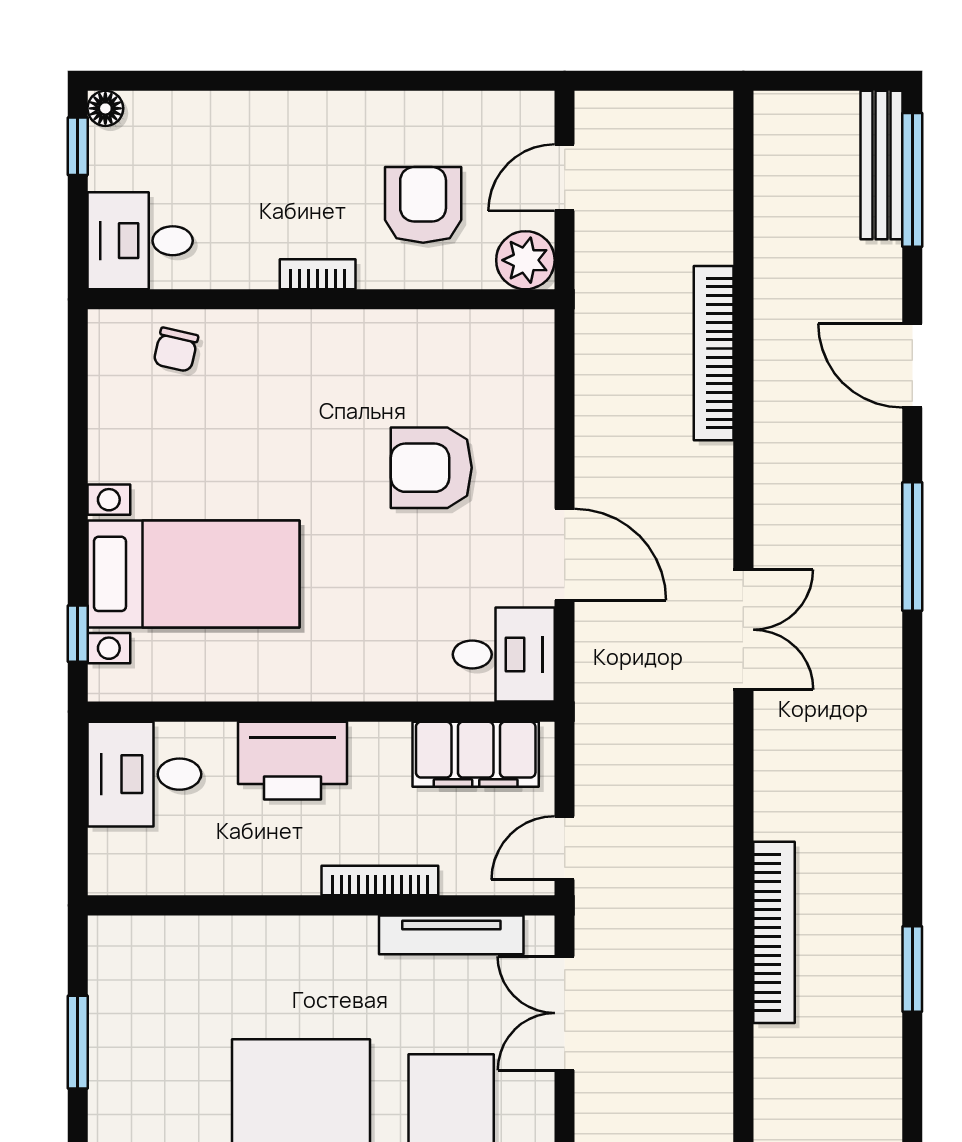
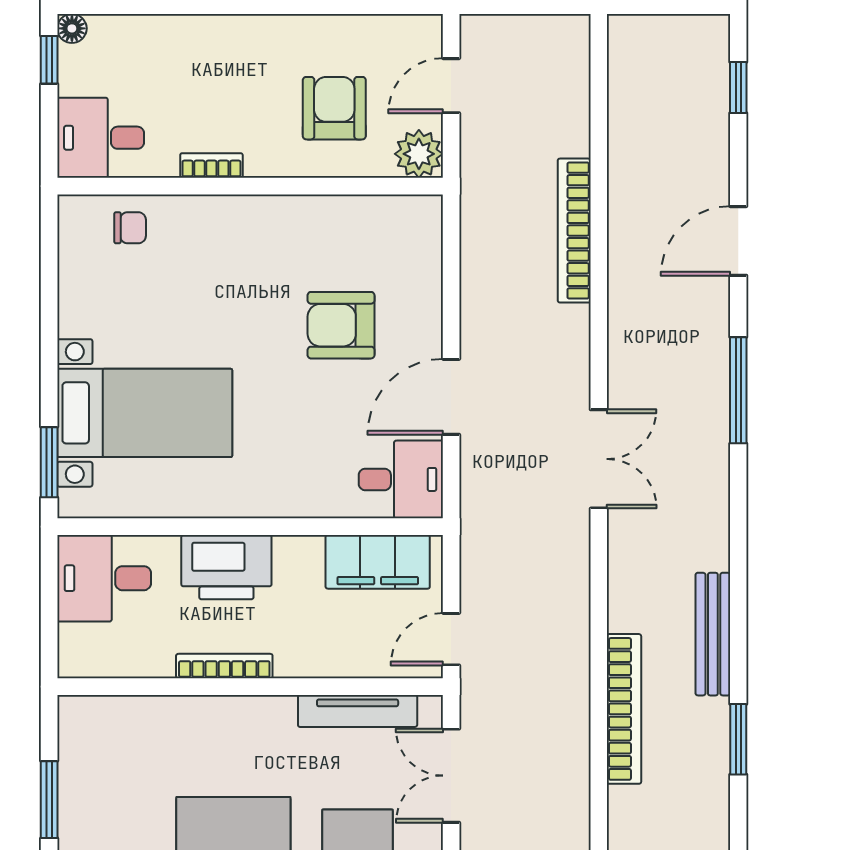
bench: (882, 165) -> (713, 634), moved
window: (912, 180) -> (738, 87), width x0.46
bookcase: (318, 274) -> (211, 165), moved
chair: (176, 350) -> (130, 228), turned -103
door: (912, 366) -> (738, 241), hinge flipped
door: (565, 554) -> (451, 397), swing flipped
window: (78, 634) -> (49, 462), width x1.50
bookcase: (380, 880) -> (224, 666), moved

